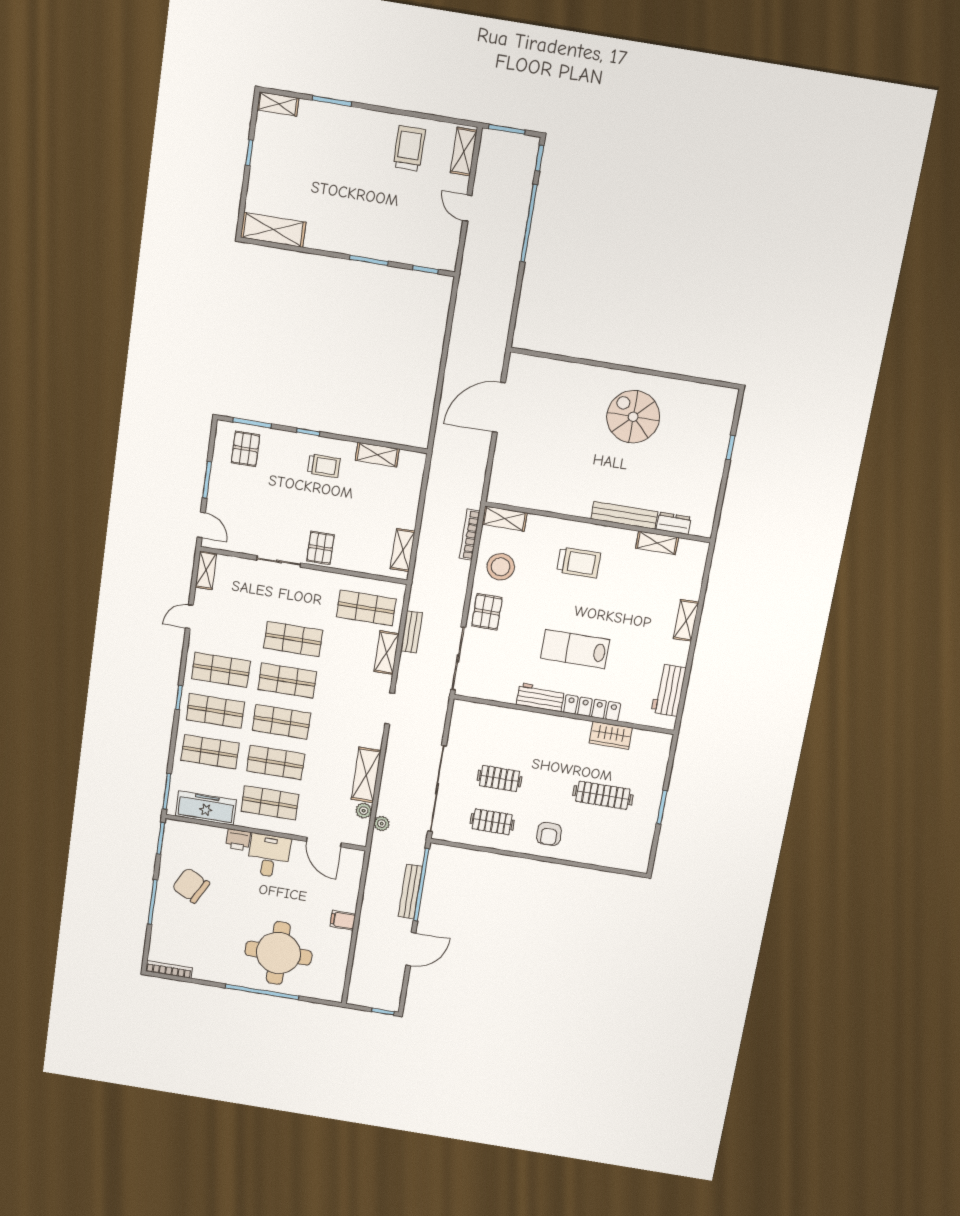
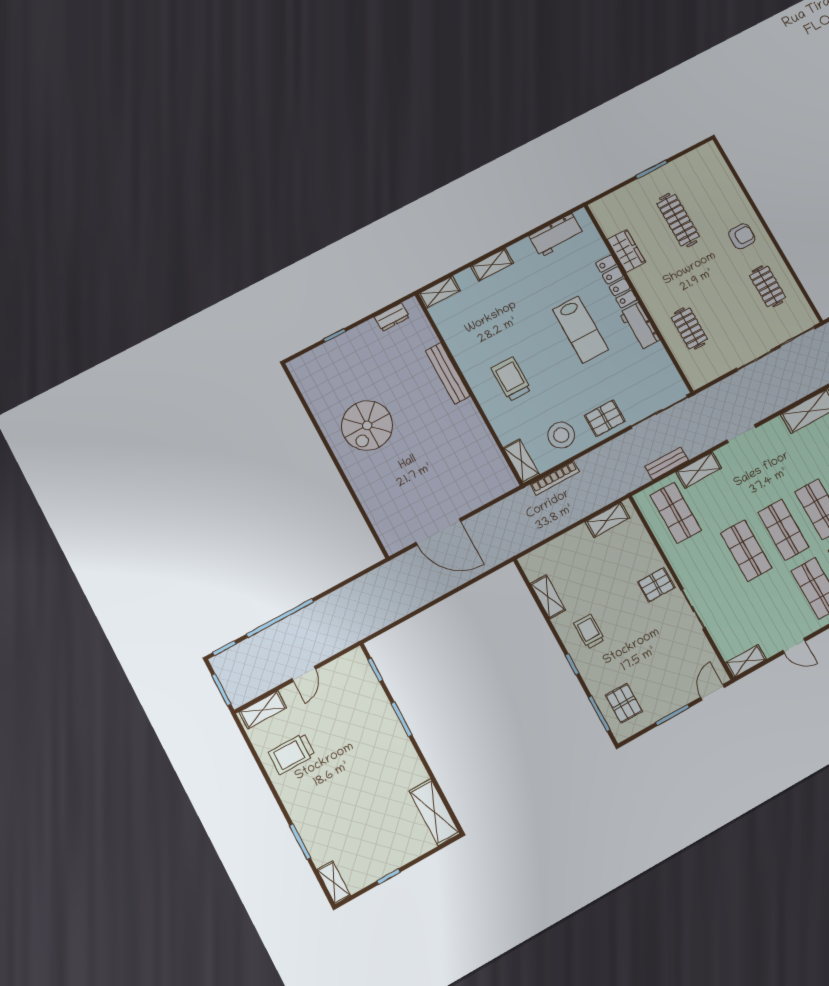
pallet: (245, 449) -> (624, 703), turned 90
dresser: (674, 523) -> (392, 317), moved, turned -90
shelving: (657, 543) -> (439, 292), moved, turned 90
clothes rail: (500, 779) -> (689, 328), moved

